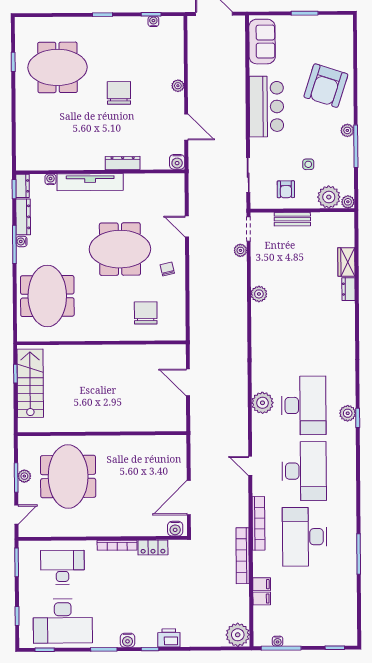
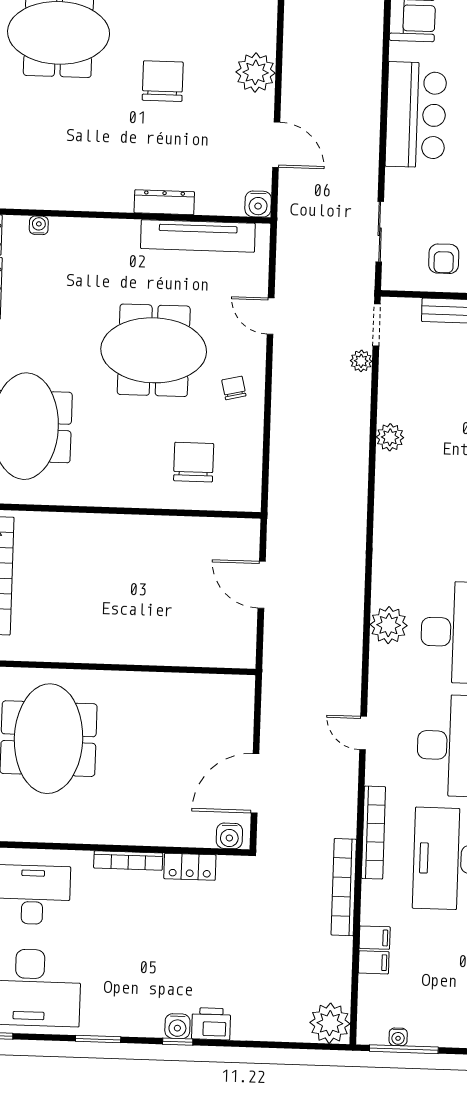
plant: (178, 86) -> (256, 72), width x1.88, depth x1.88
tv unit: (90, 182) -> (198, 236), moved
water cooler: (127, 640) -> (177, 1026), moved

